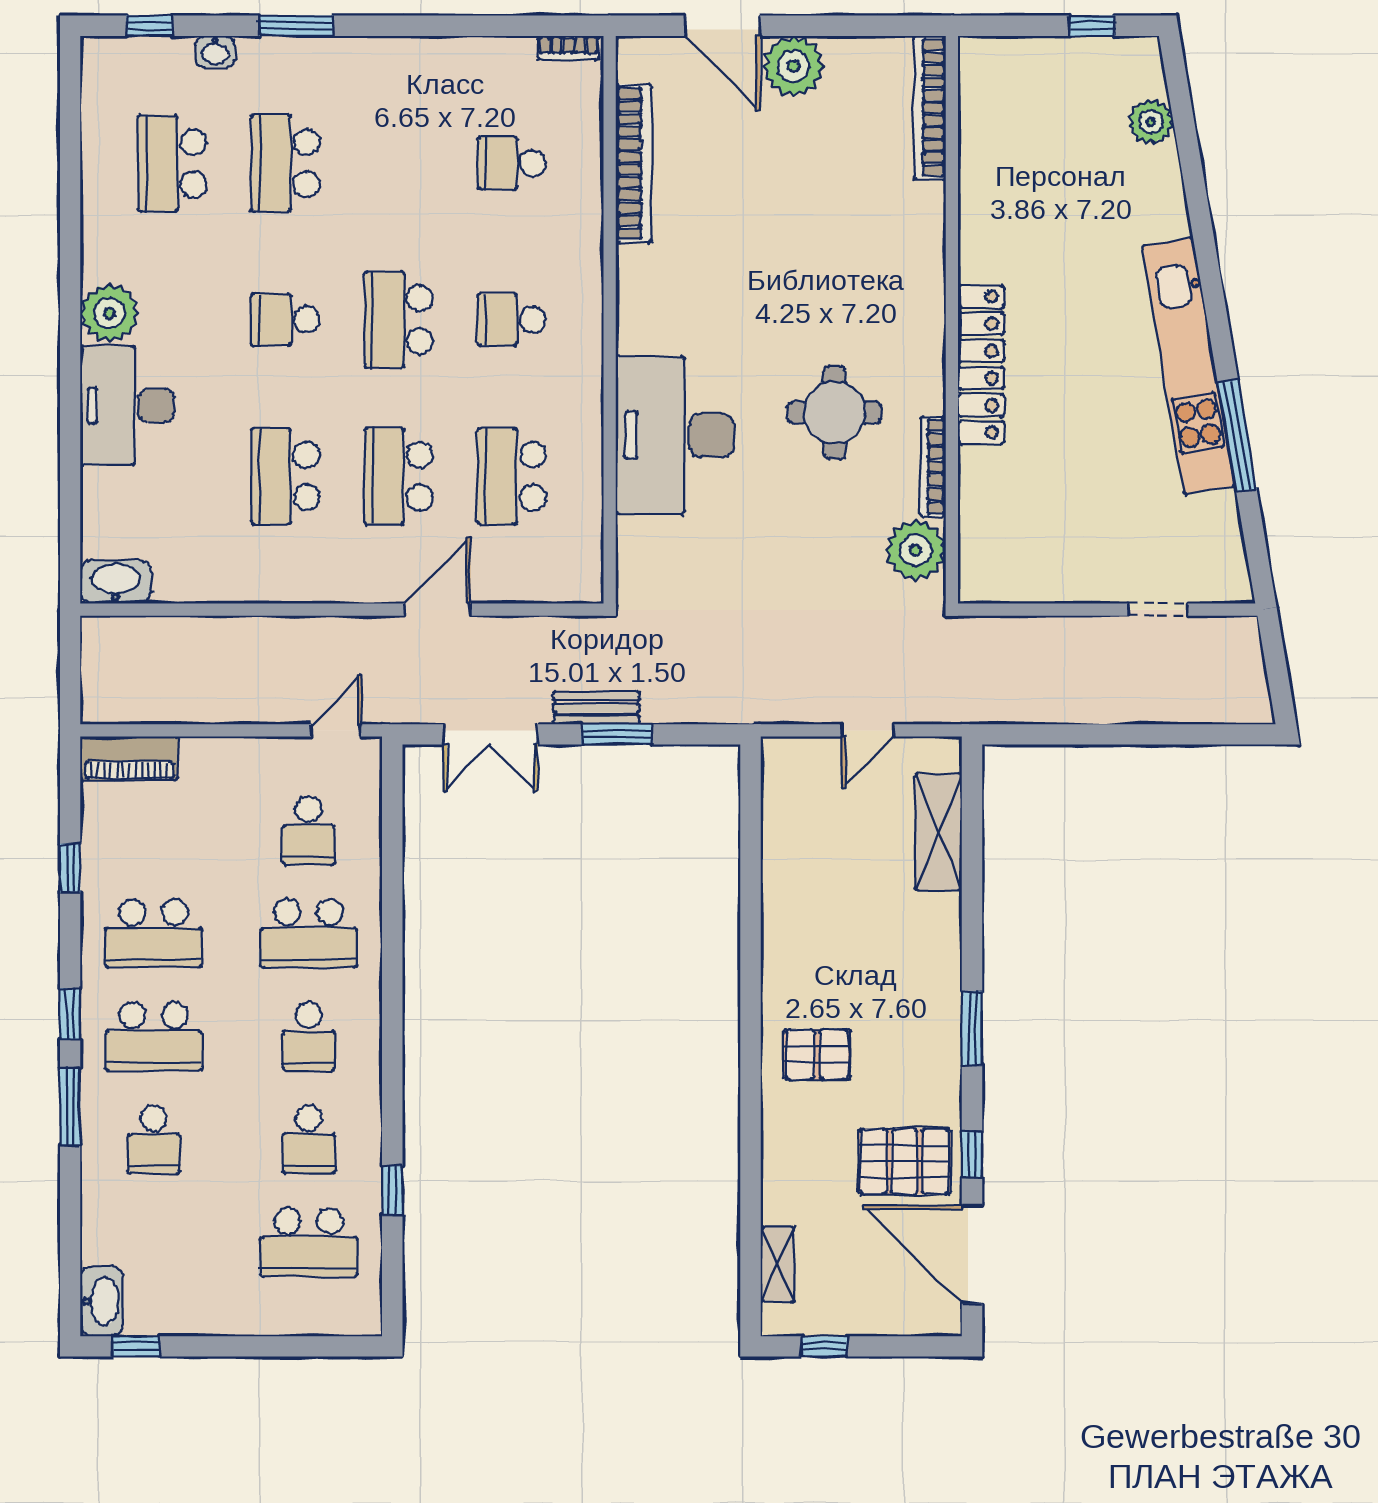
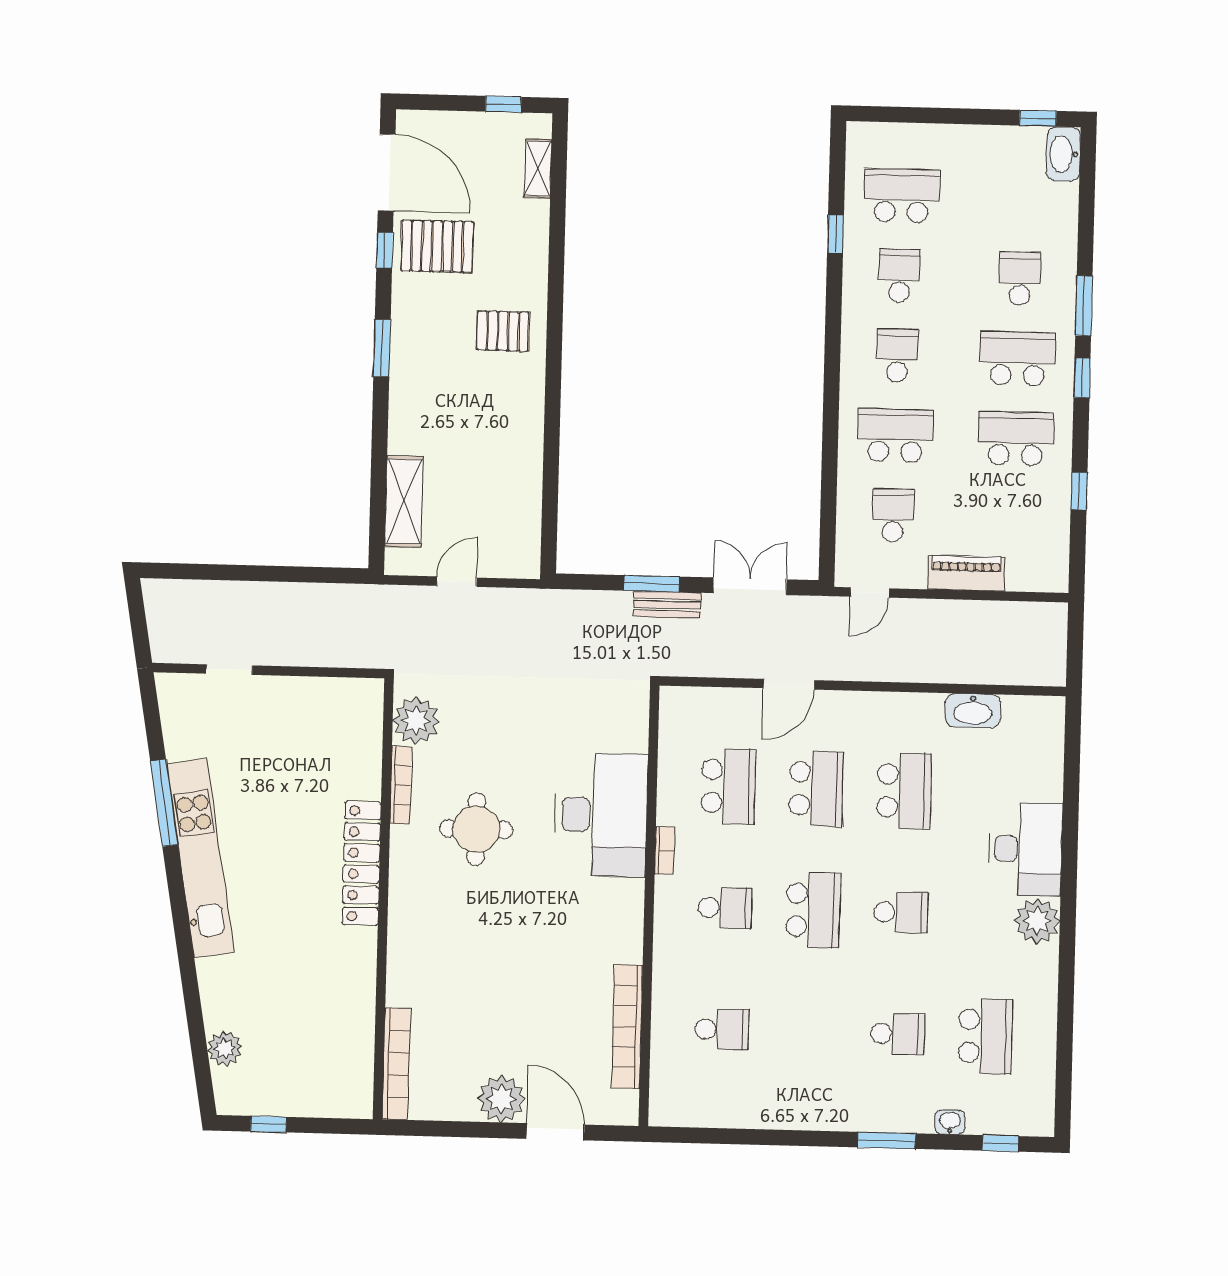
bookcase: (568, 48) -> (665, 851), moved, turned 90
school desk: (285, 163) -> (898, 1034), width x0.54
washbasin: (116, 582) -> (973, 711), moved
piano: (129, 758) -> (966, 573), moved

